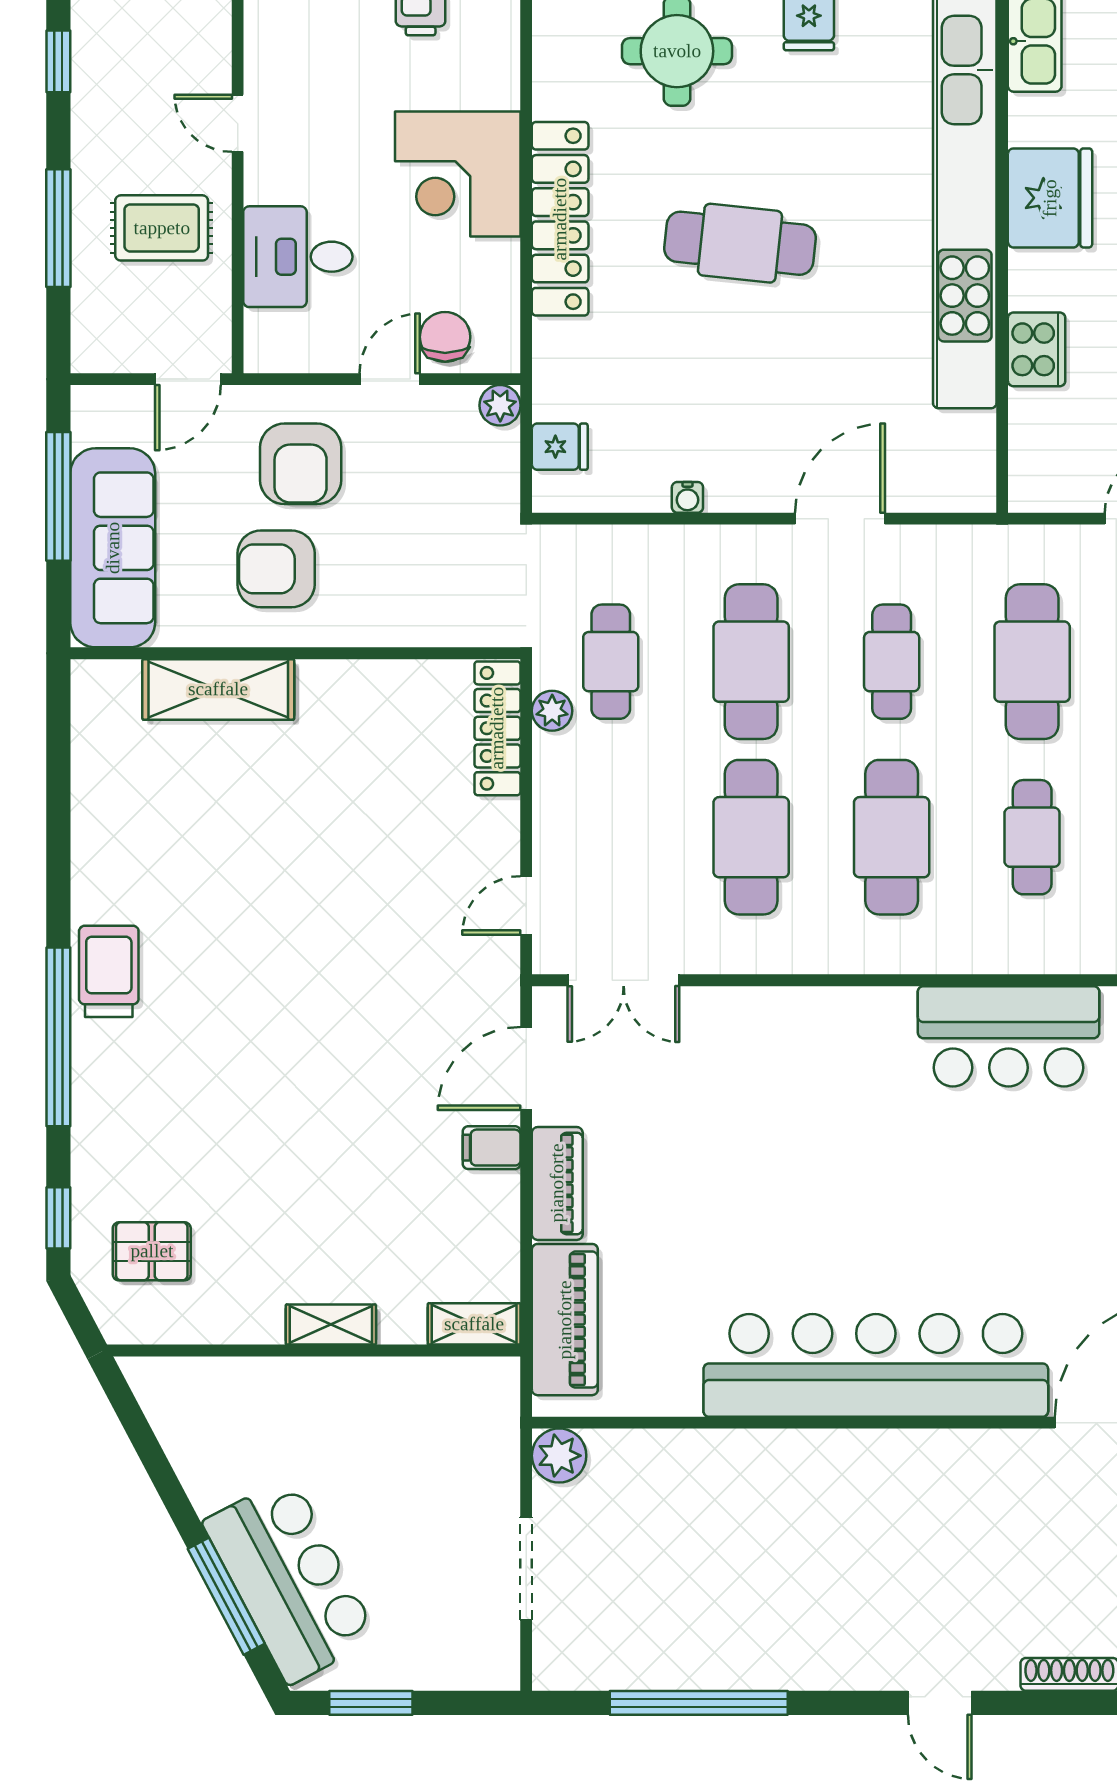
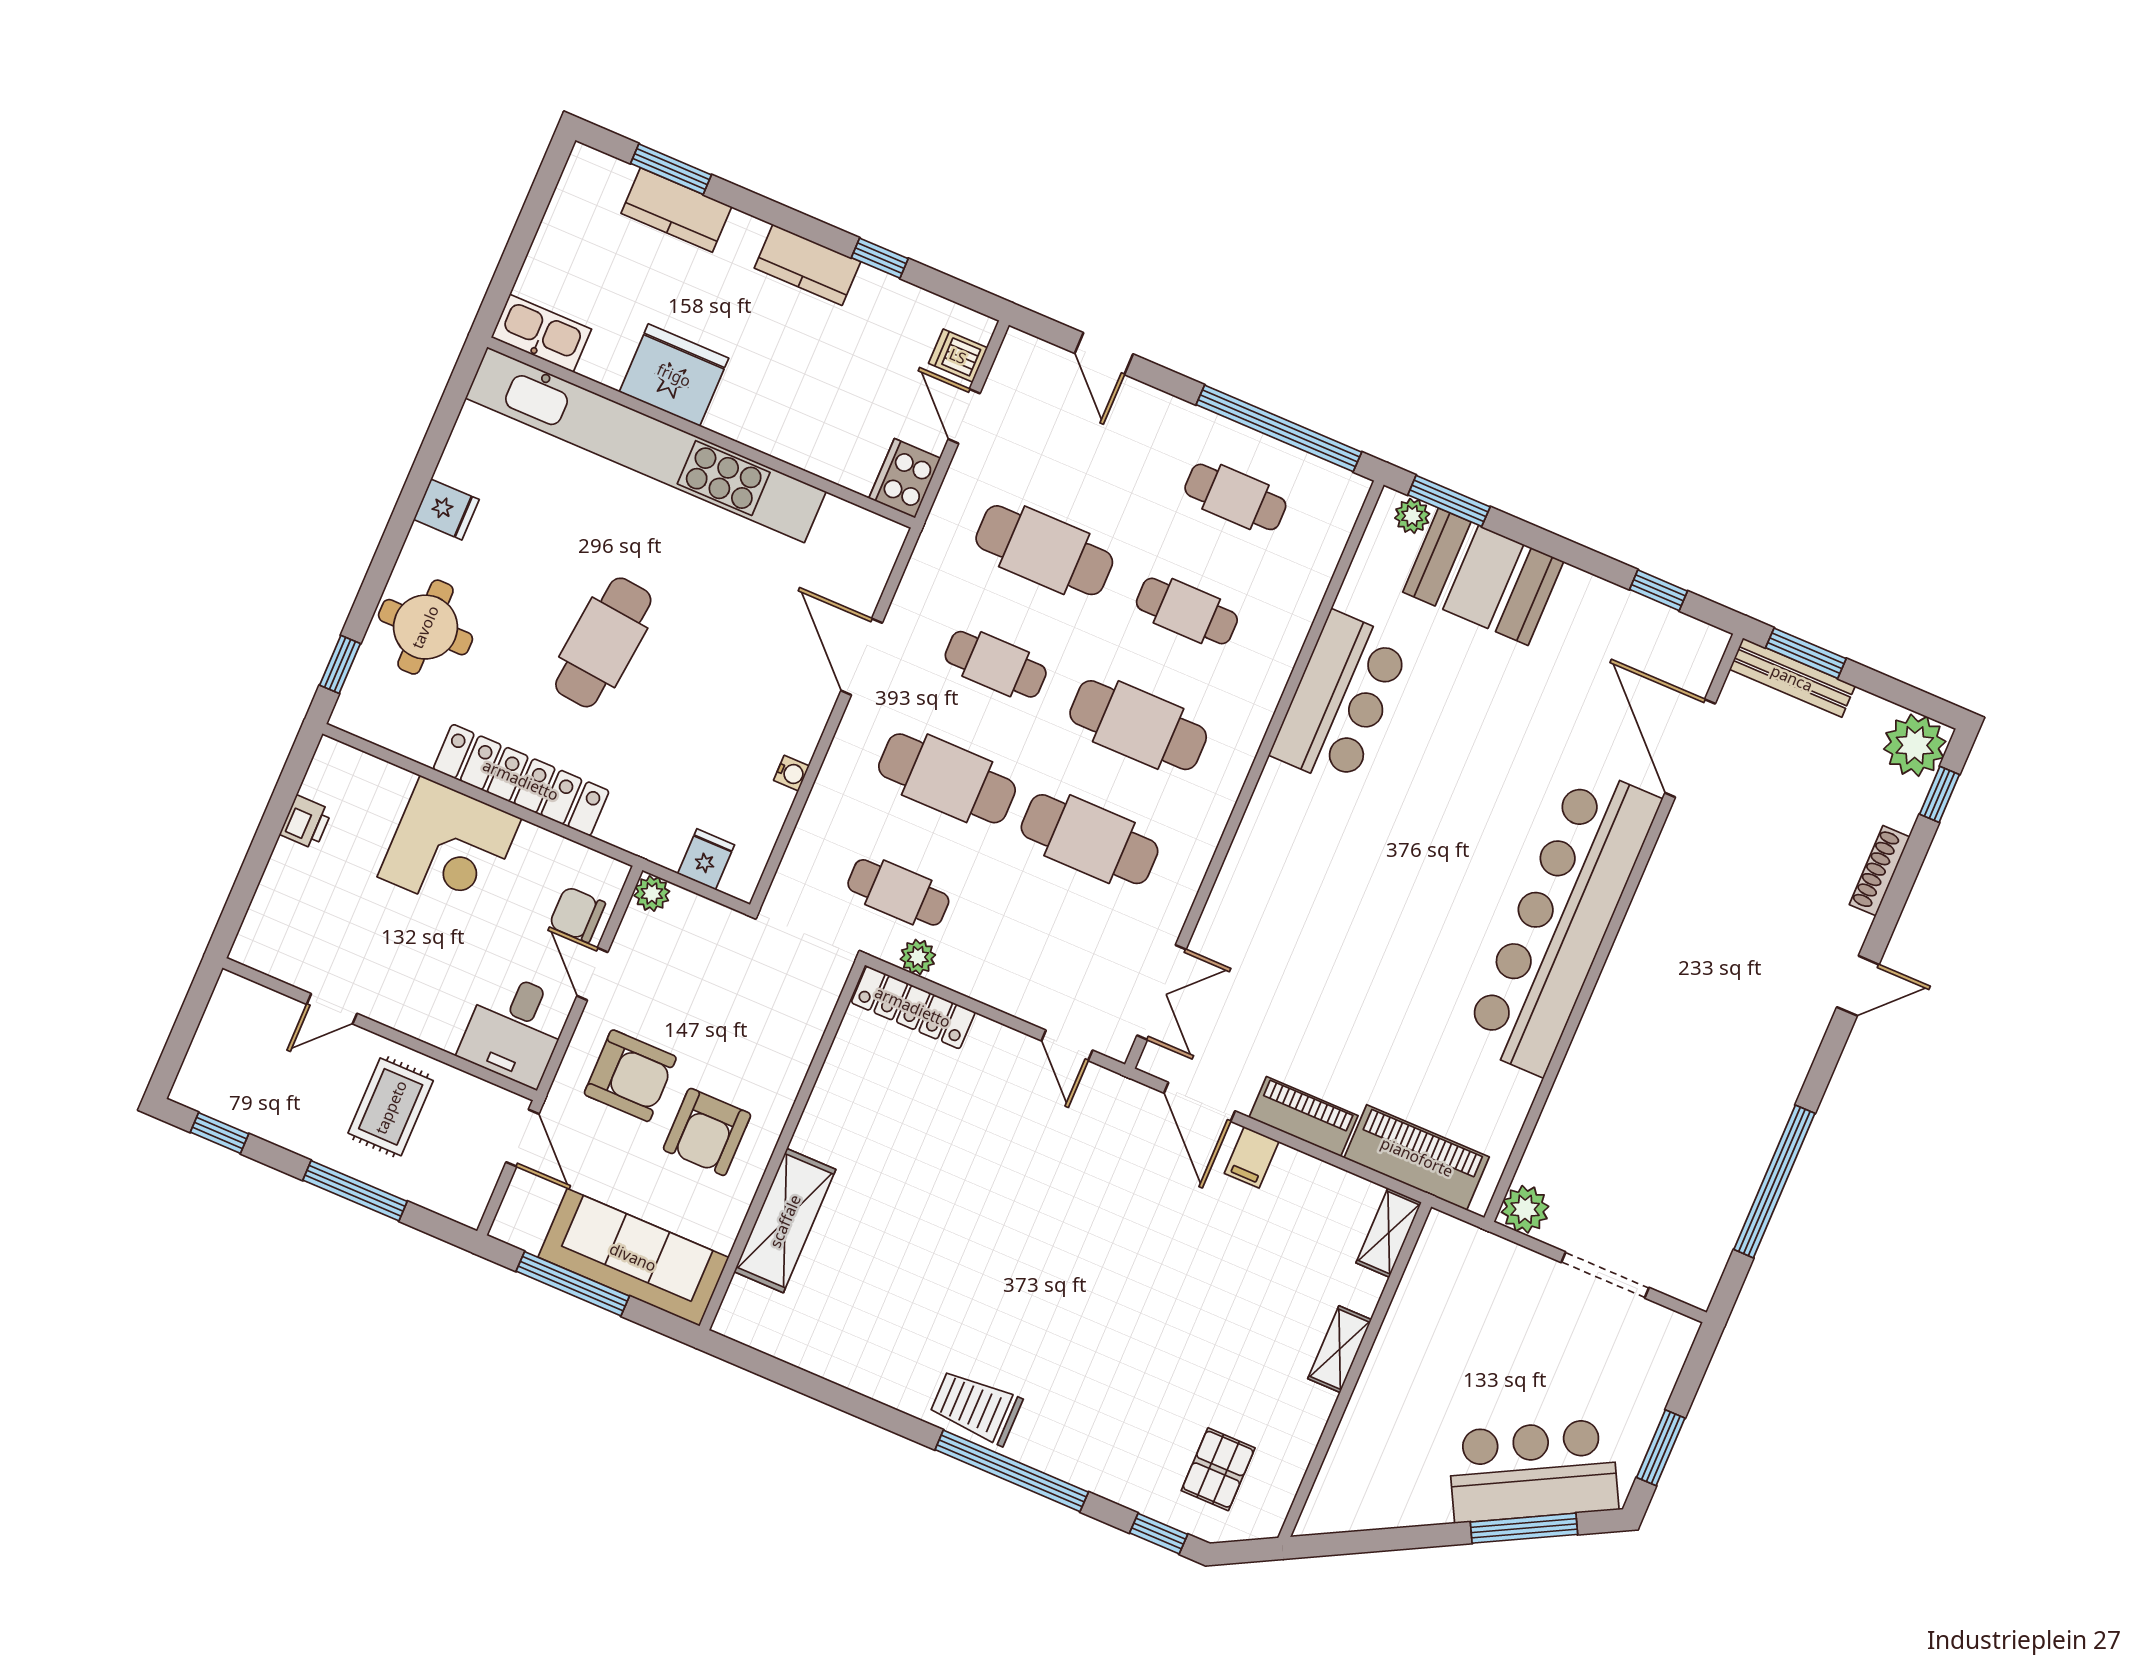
desk: (298, 257) -> (515, 1029), moved
cooker: (1037, 349) -> (905, 478), moved, turned -90

